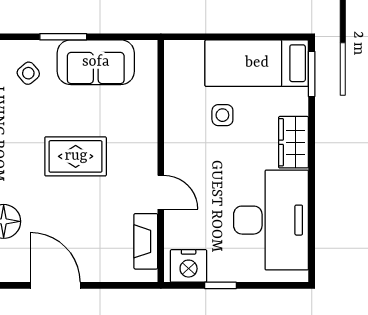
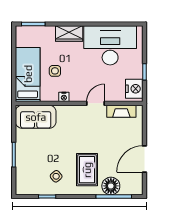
sofa: (96, 62) -> (36, 117), moved, turned 90
bed: (257, 63) -> (28, 74), moved, turned 180
side table: (28, 73) -> (56, 176), moved
nightstand: (173, 132) -> (64, 97), added
rug: (76, 156) -> (87, 170), moved

